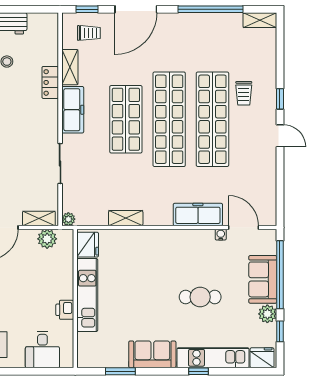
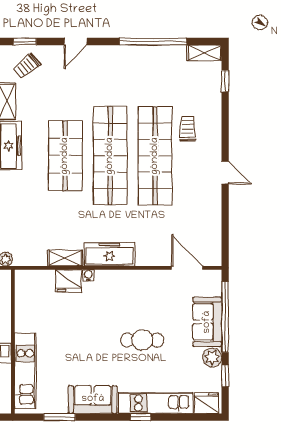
door: (136, 9) -> (76, 41), width x0.53
trolley: (89, 33) -> (27, 66), turned 140
trolley: (244, 93) -> (188, 129), turned 180
window: (280, 99) -> (225, 81), moved
freezer: (198, 214) -> (110, 254), moved
water cooler: (221, 235) -> (88, 275), moved
fridge: (88, 245) -> (68, 281), moved, turned 90
kitchen unit: (87, 295) -> (25, 371), moved

